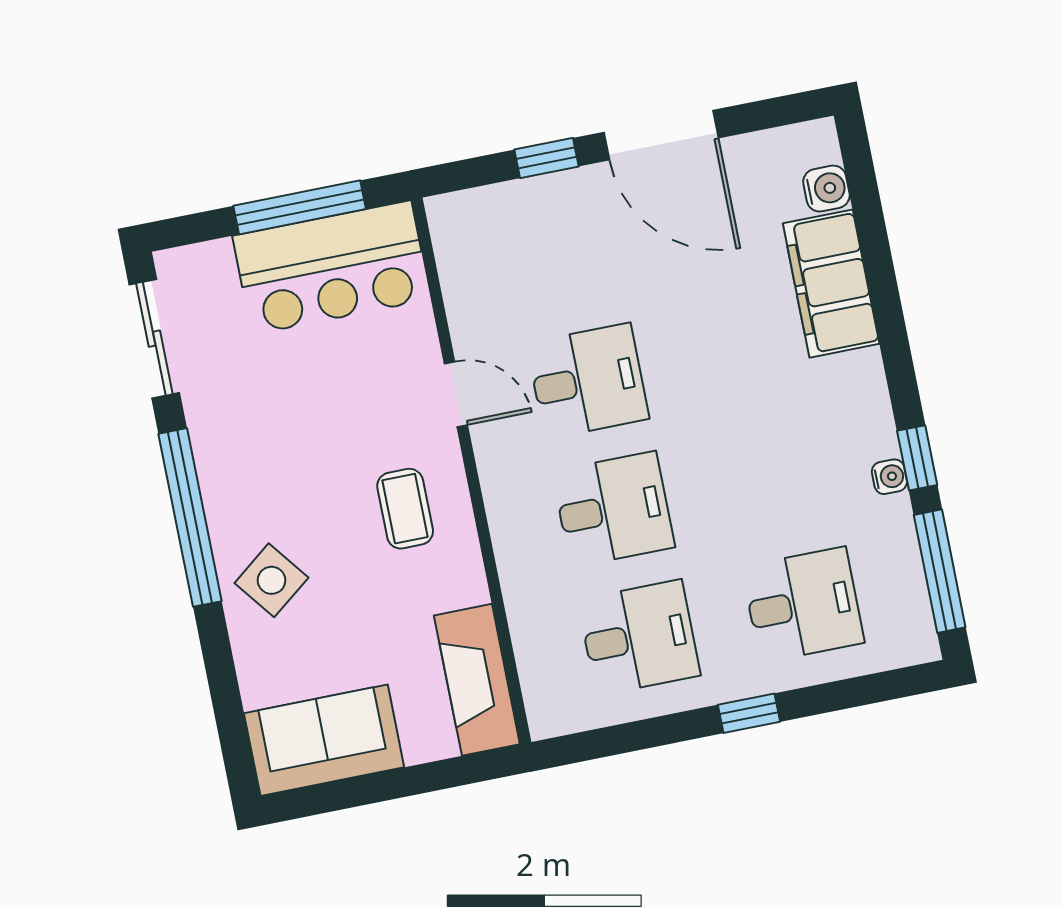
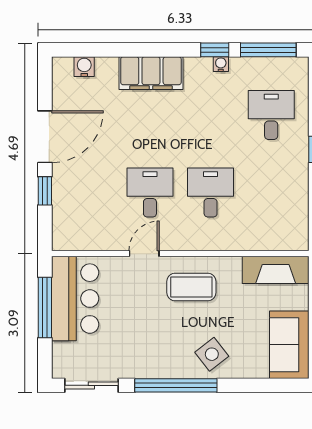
filing cabinet: (831, 284) -> (151, 73), moved
coffee table: (405, 509) -> (191, 287), width x1.36, depth x1.30
desk: (639, 638) -> (271, 192), removed

